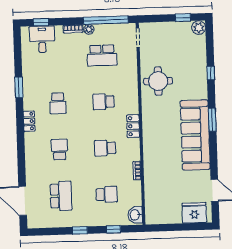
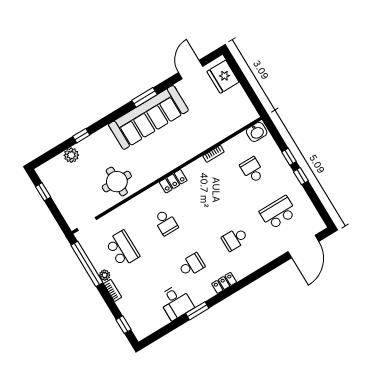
plant: (199, 28) -> (71, 155), moved
desk: (42, 39) -> (176, 302), moved, turned -90
window: (212, 120) -> (144, 97), moved
school desk: (105, 148) -> (209, 196), removed
window: (113, 229) -> (289, 157), moved

